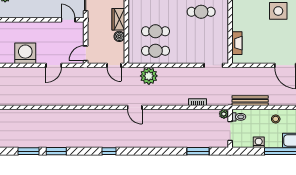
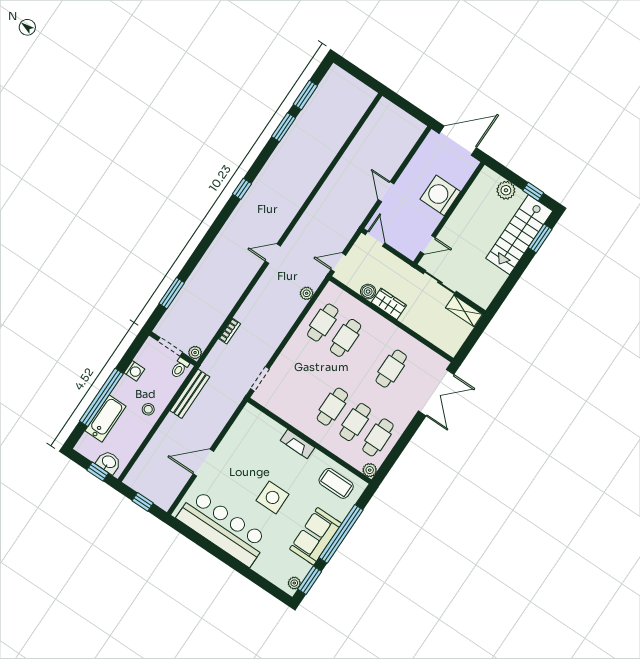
fireplace: (237, 43) -> (298, 444), moved
washing machine: (25, 53) -> (440, 195), moved, turned 180
plant: (149, 76) -> (307, 293), width x0.53, depth x0.53

